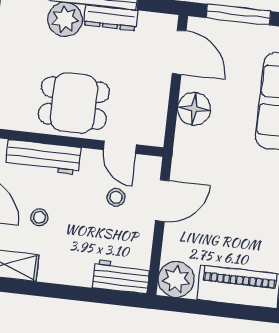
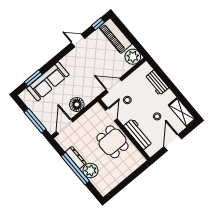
workbench: (121, 277) -> (157, 83), moved

